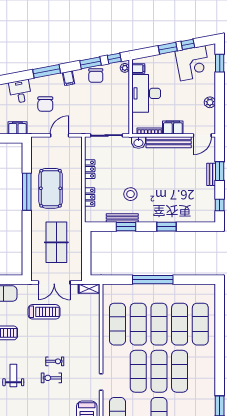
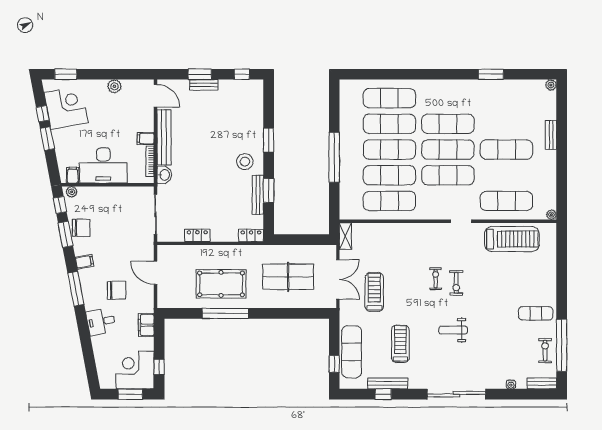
filing cabinet: (173, 127) -> (146, 139), width x0.50
stool: (130, 194) -> (245, 162), moved
locker: (90, 197) -> (251, 236), moved

